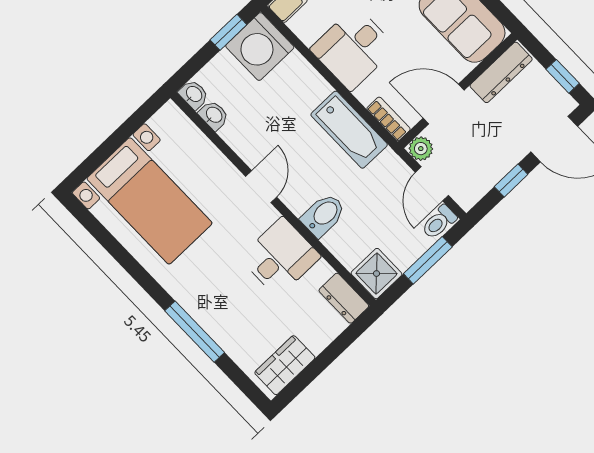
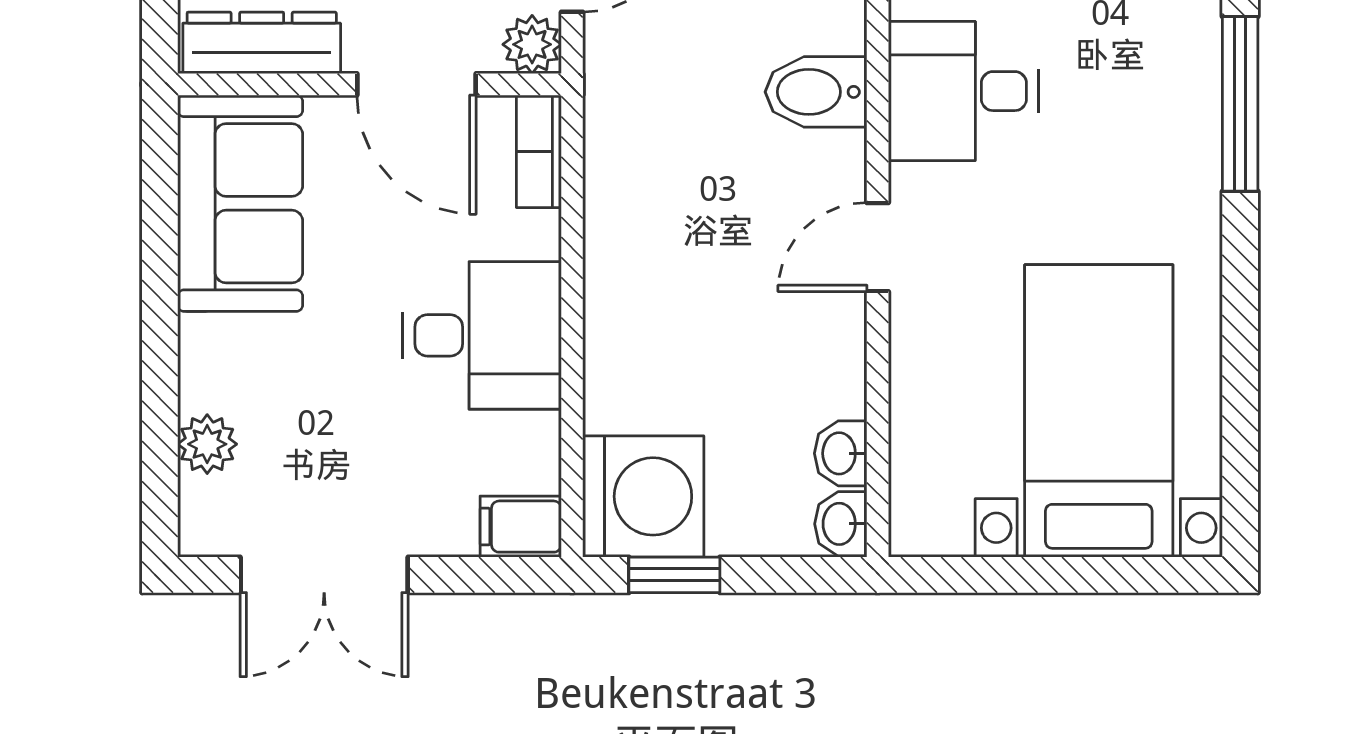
bathtub: (349, 130) -> (626, 199), removed

